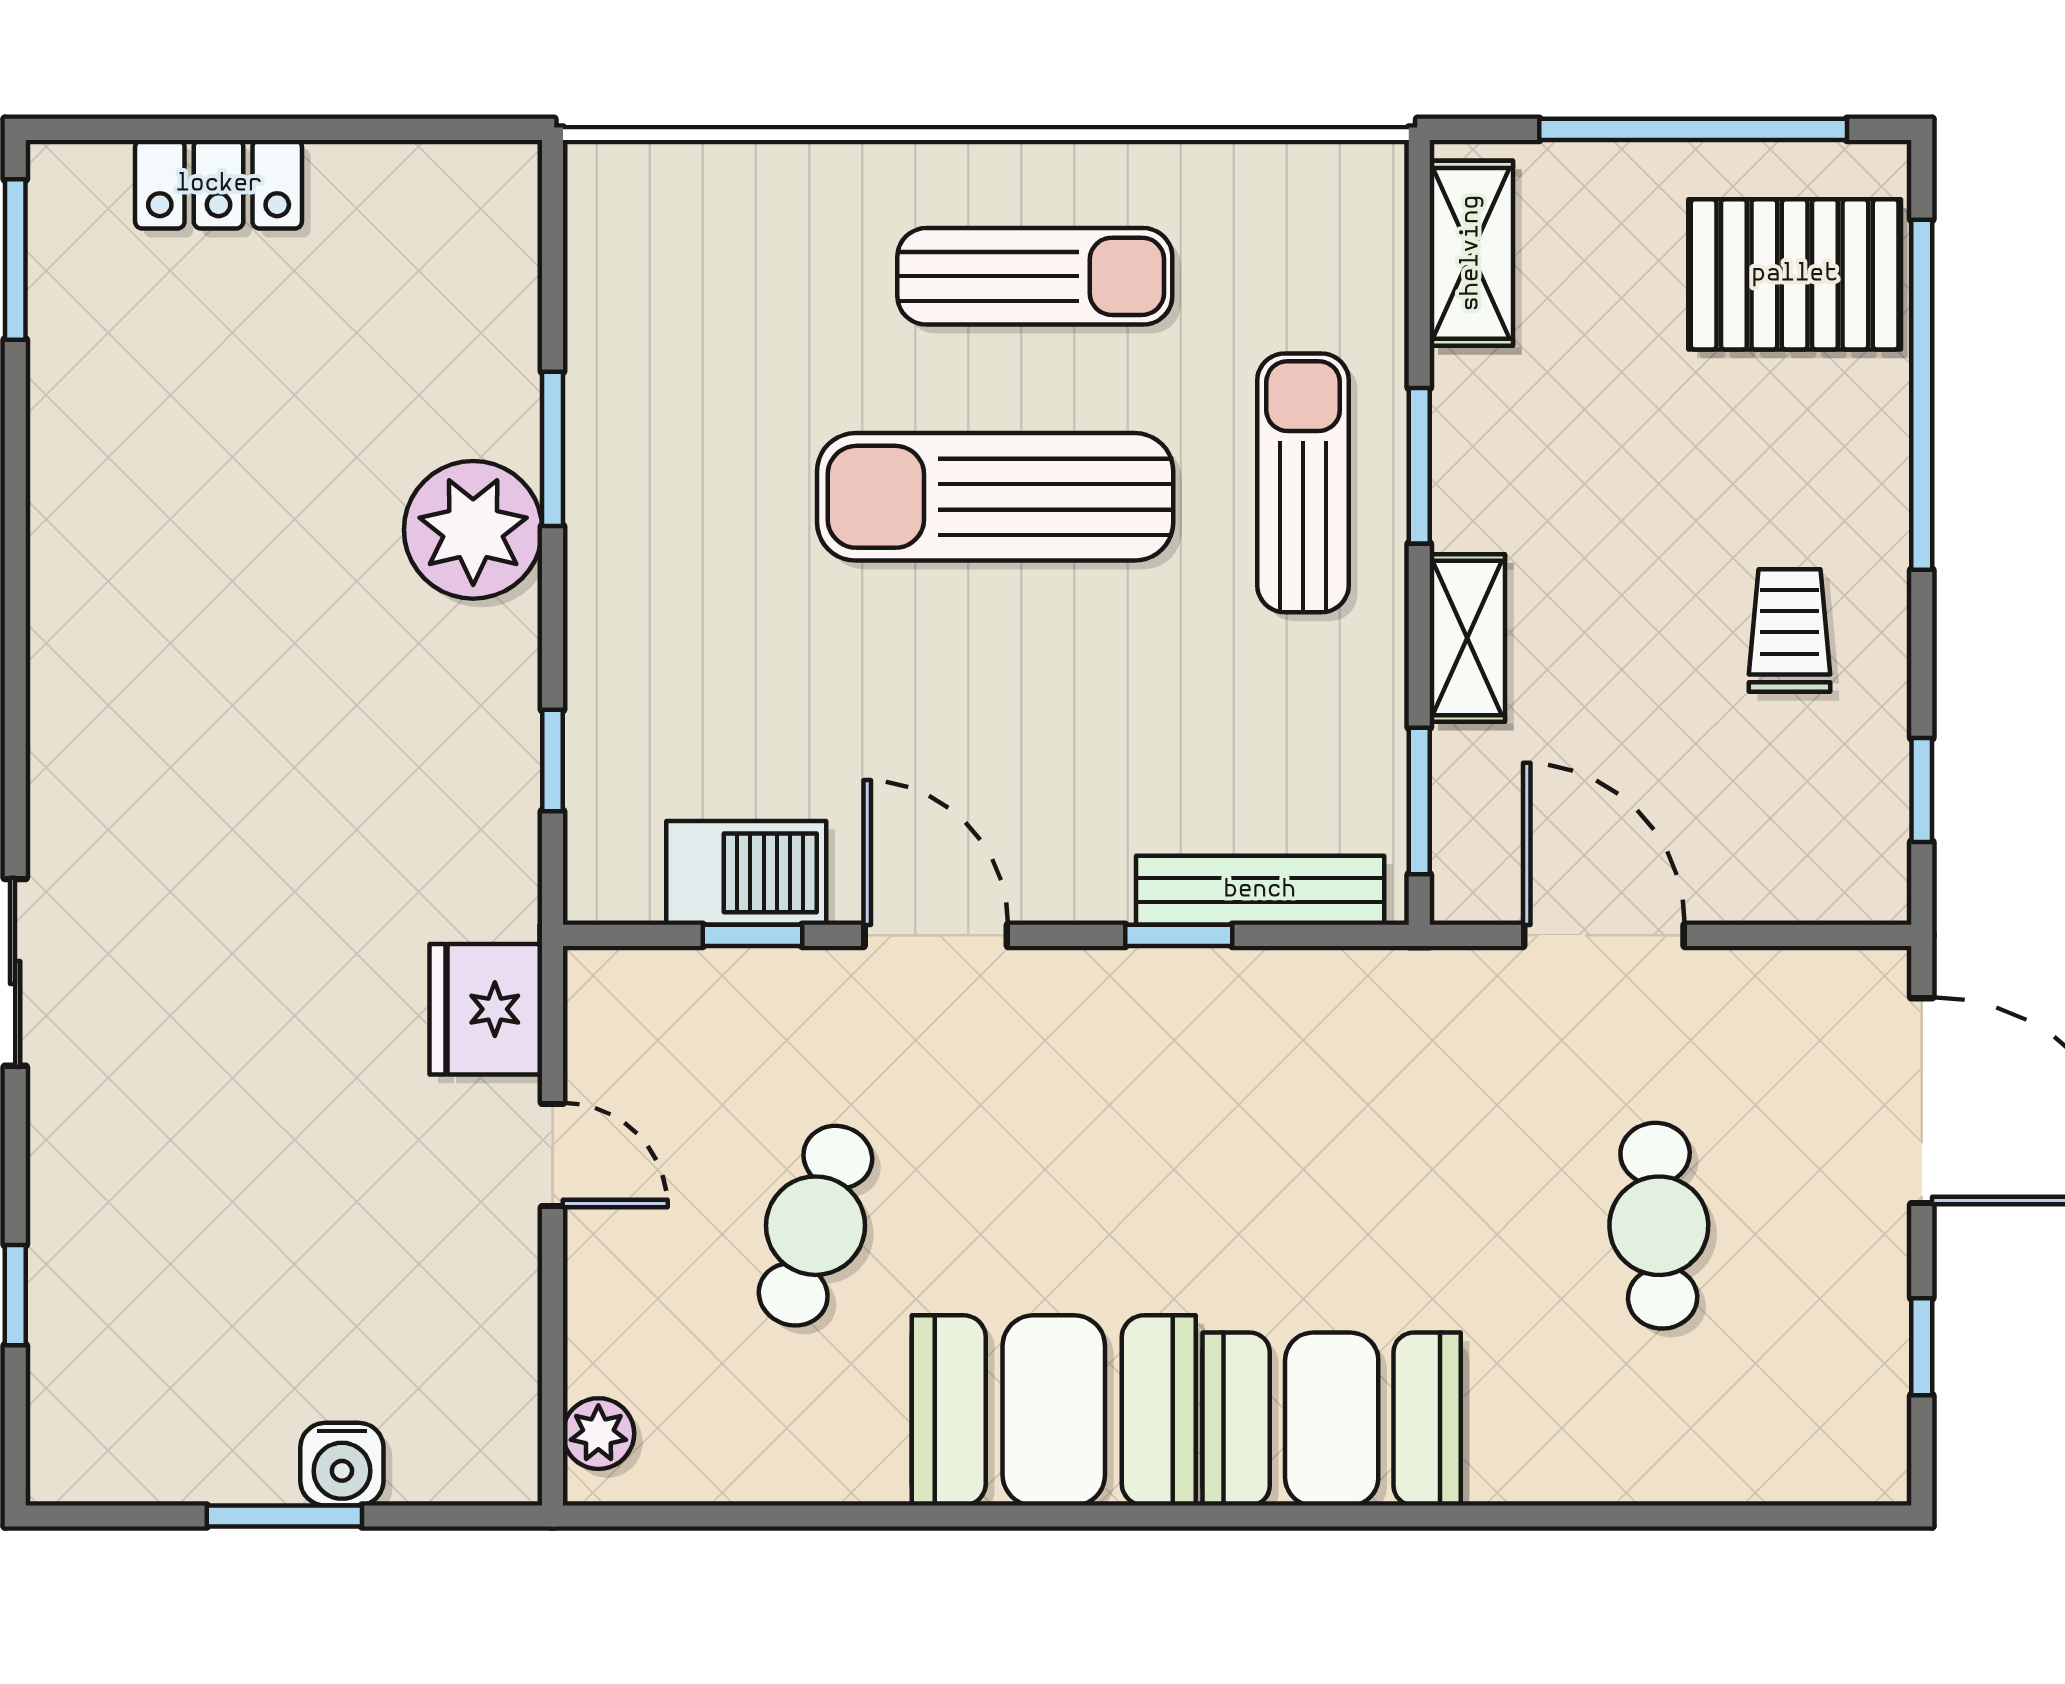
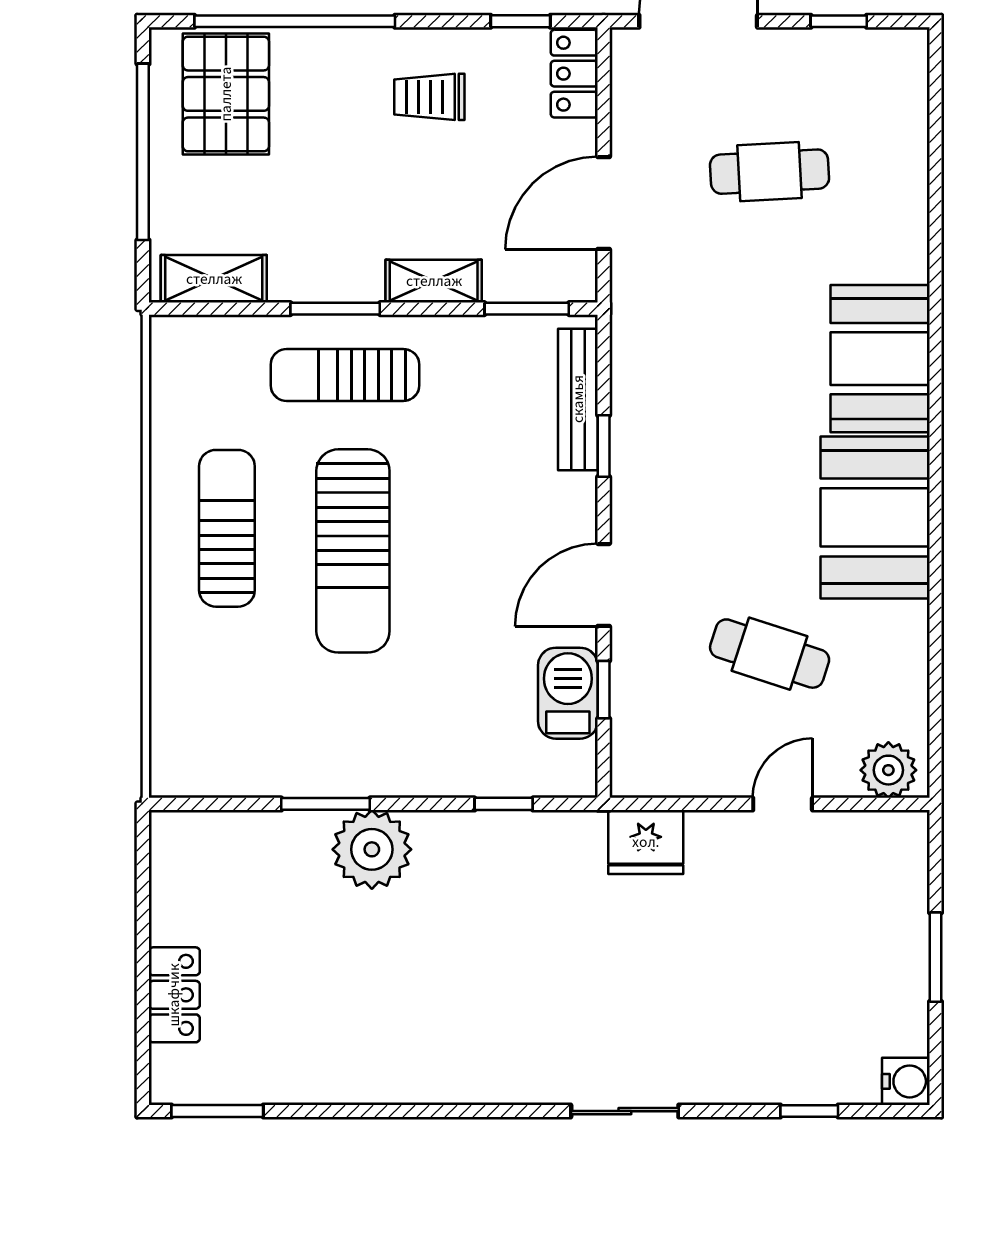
locker: (1830, 884) -> (574, 74), added
door: (553, 1155) -> (783, 804), moved
plant: (598, 1434) -> (888, 770), width x1.38, depth x1.38
water cooler: (342, 1464) -> (906, 1081), moved

